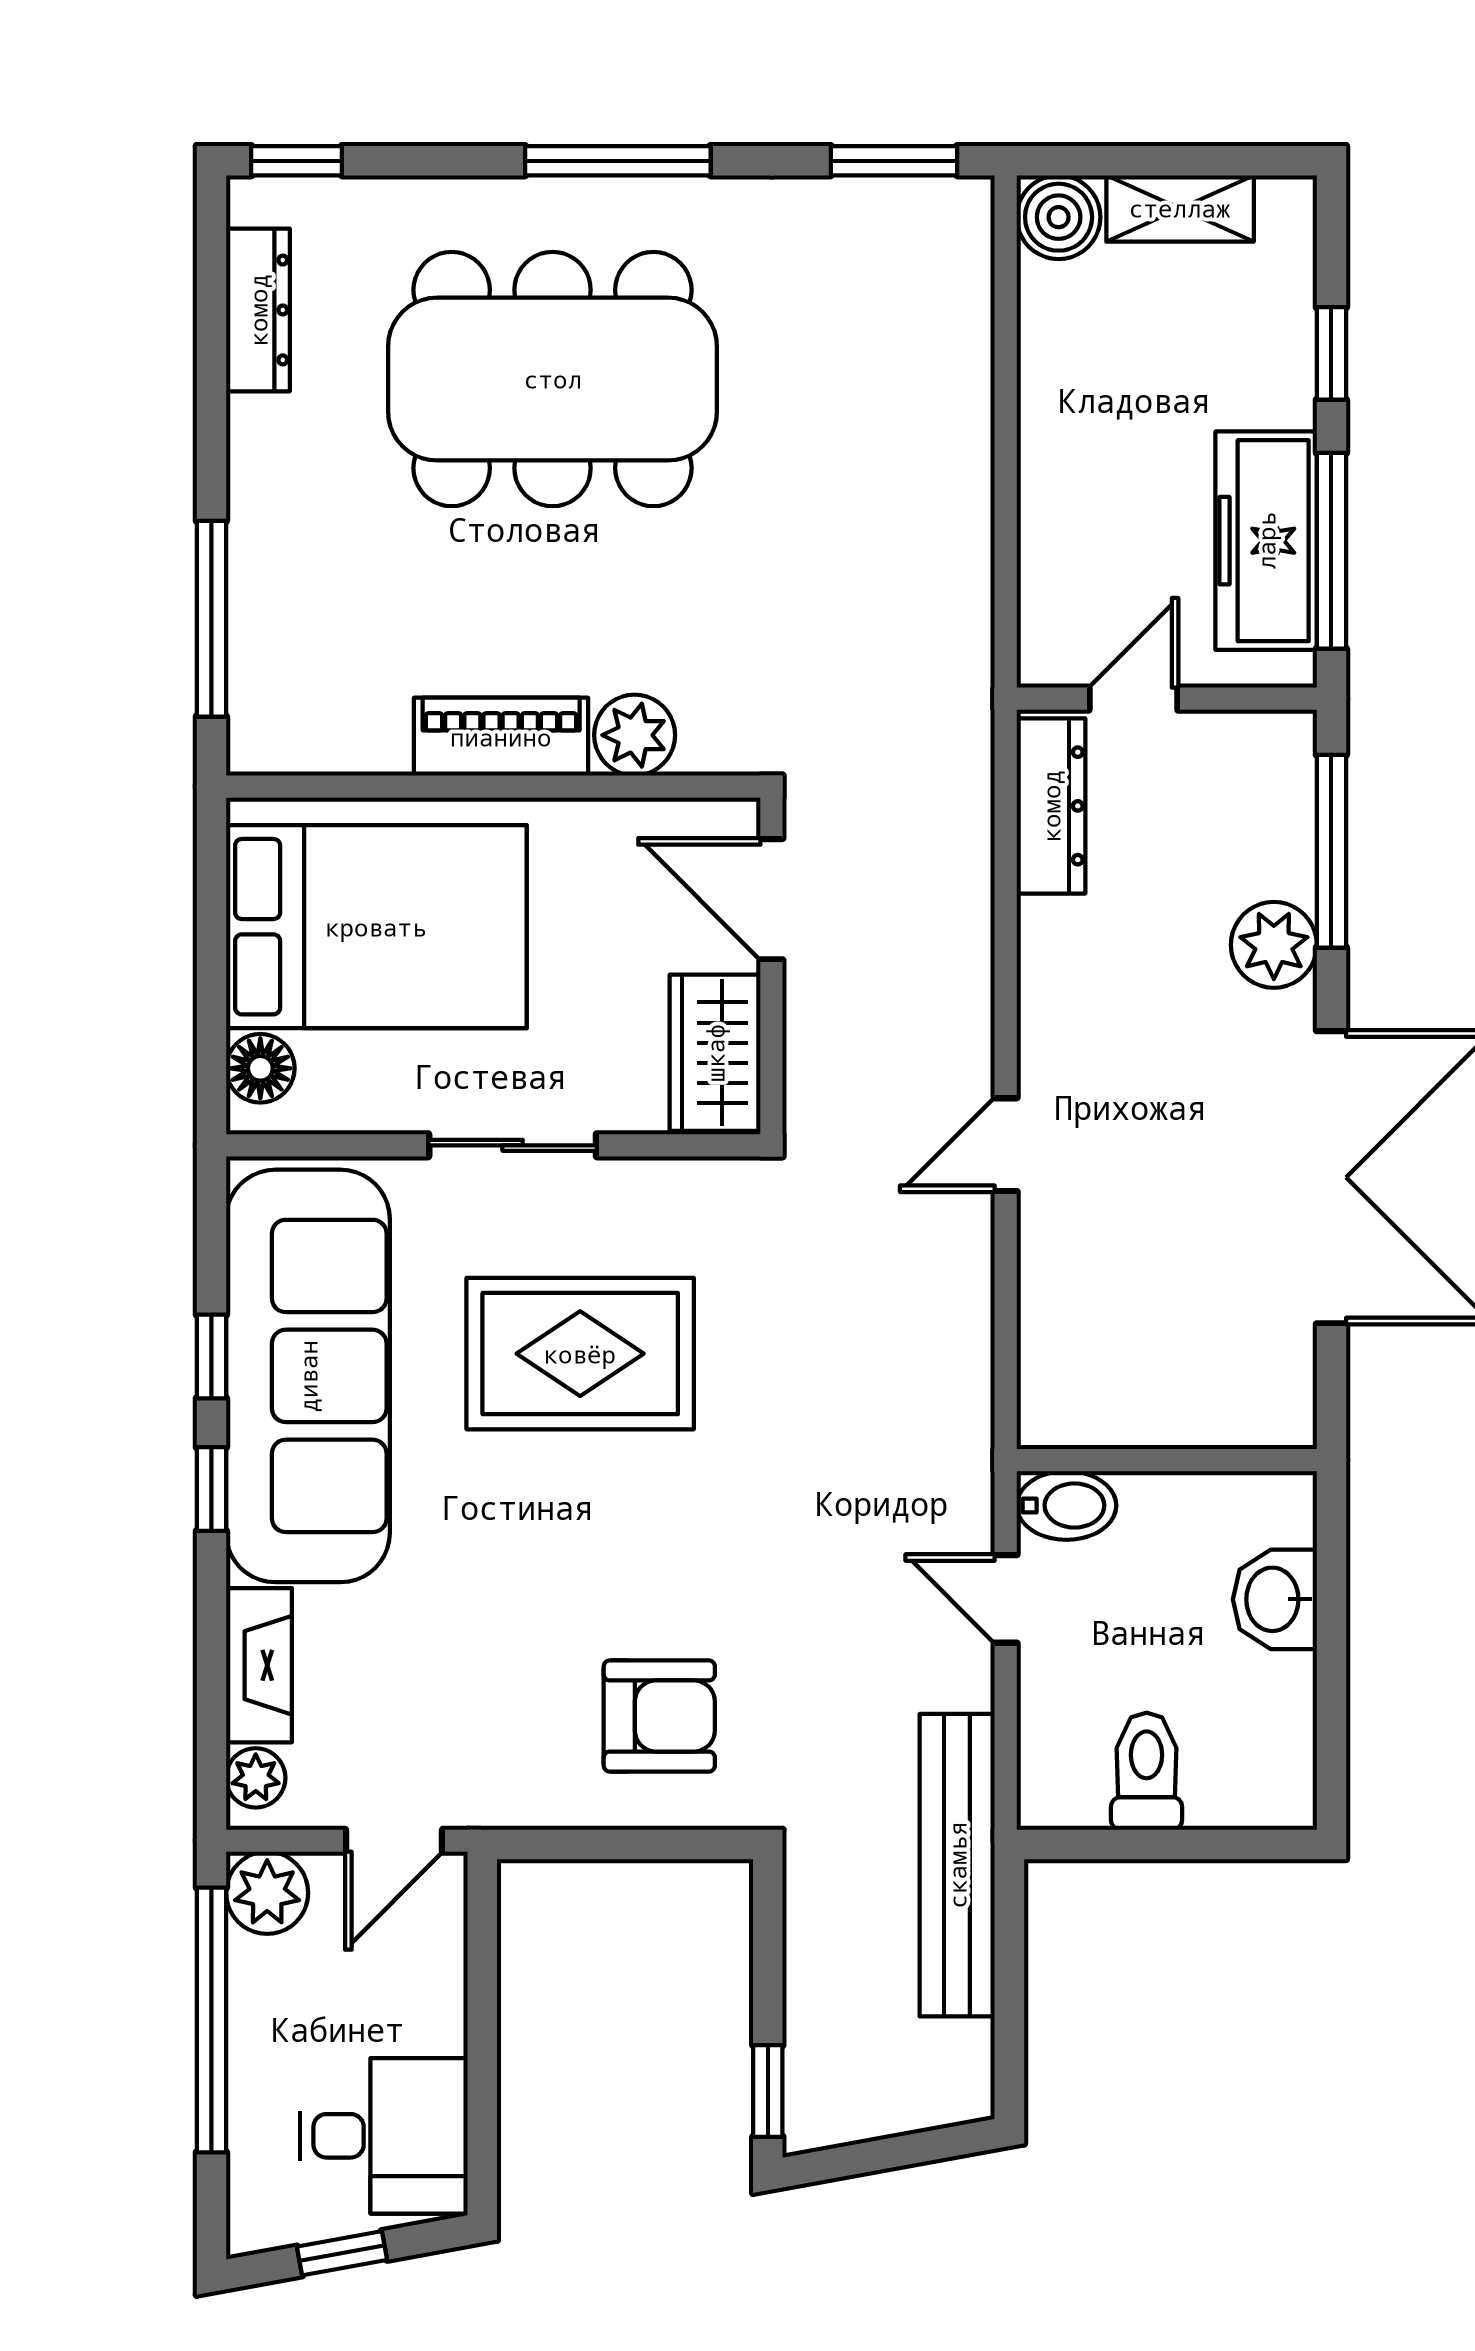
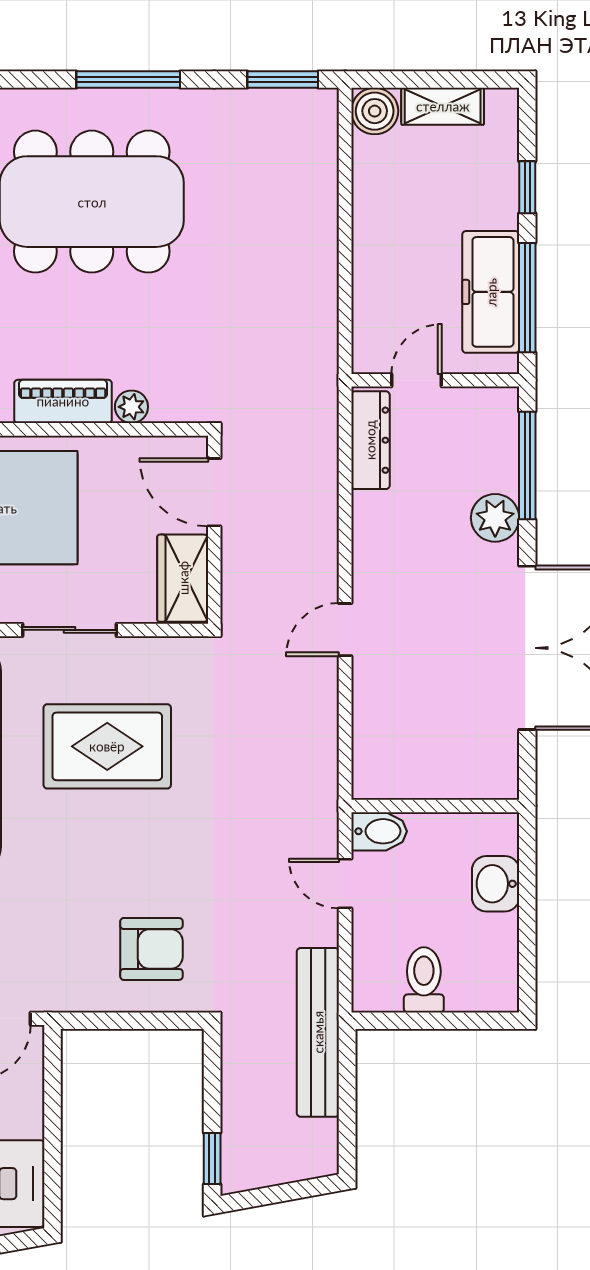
plant: (635, 735) -> (131, 407), width x0.73, depth x0.73

